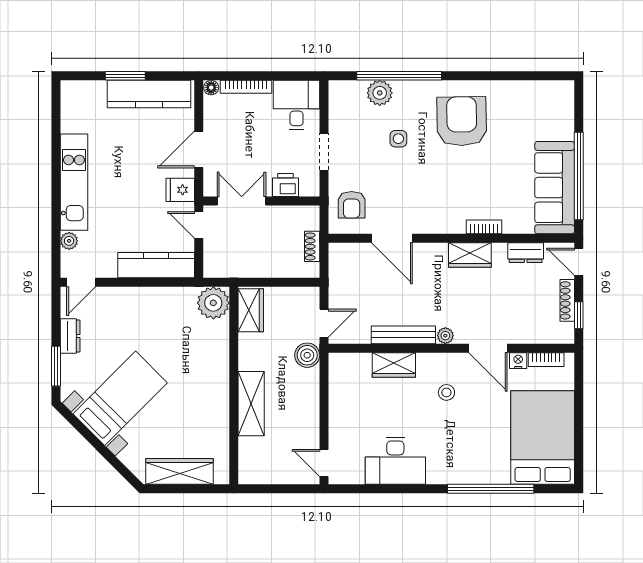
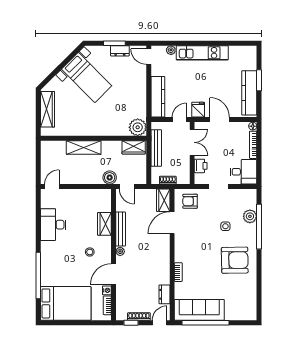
wardrobe: (470, 255) -> (163, 200), moved
bench: (252, 268) -> (156, 148), added
window: (56, 366) -> (114, 43), moved

